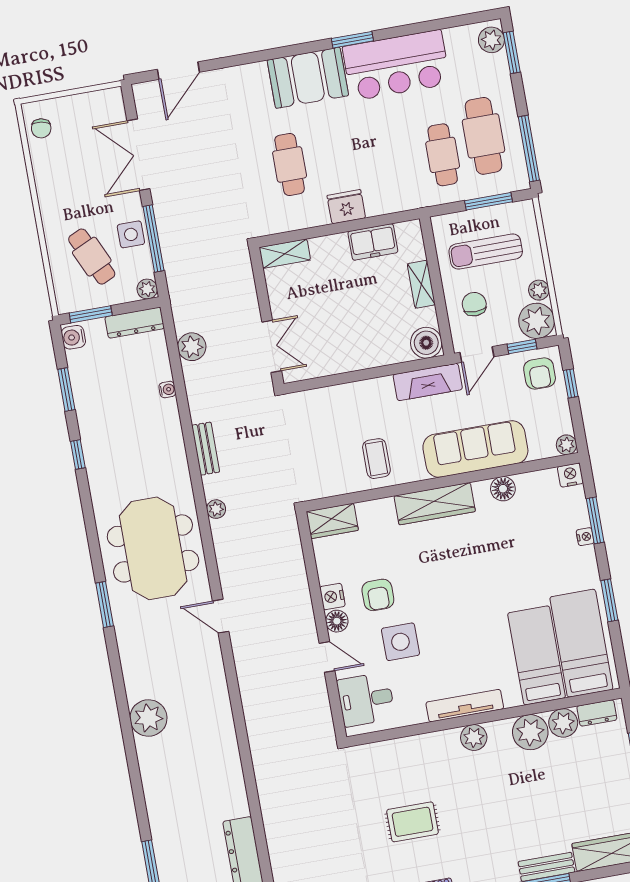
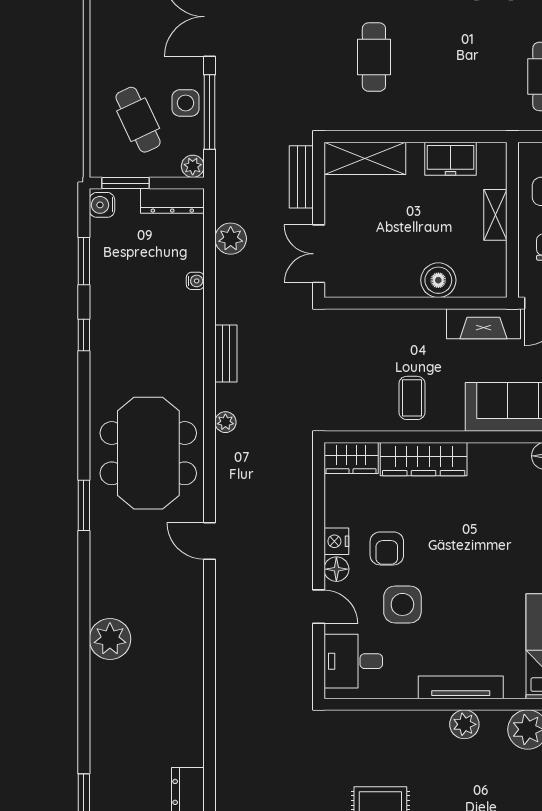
fridge: (346, 207) -> (428, 115), removed
shelving: (285, 254) -> (365, 158), width x1.50, depth x1.33
bench: (244, 281) -> (301, 177), added
boiler: (426, 343) -> (438, 280), moved
double door: (272, 346) -> (319, 254), swing flipped
wardrobe: (435, 504) -> (424, 459), moved

